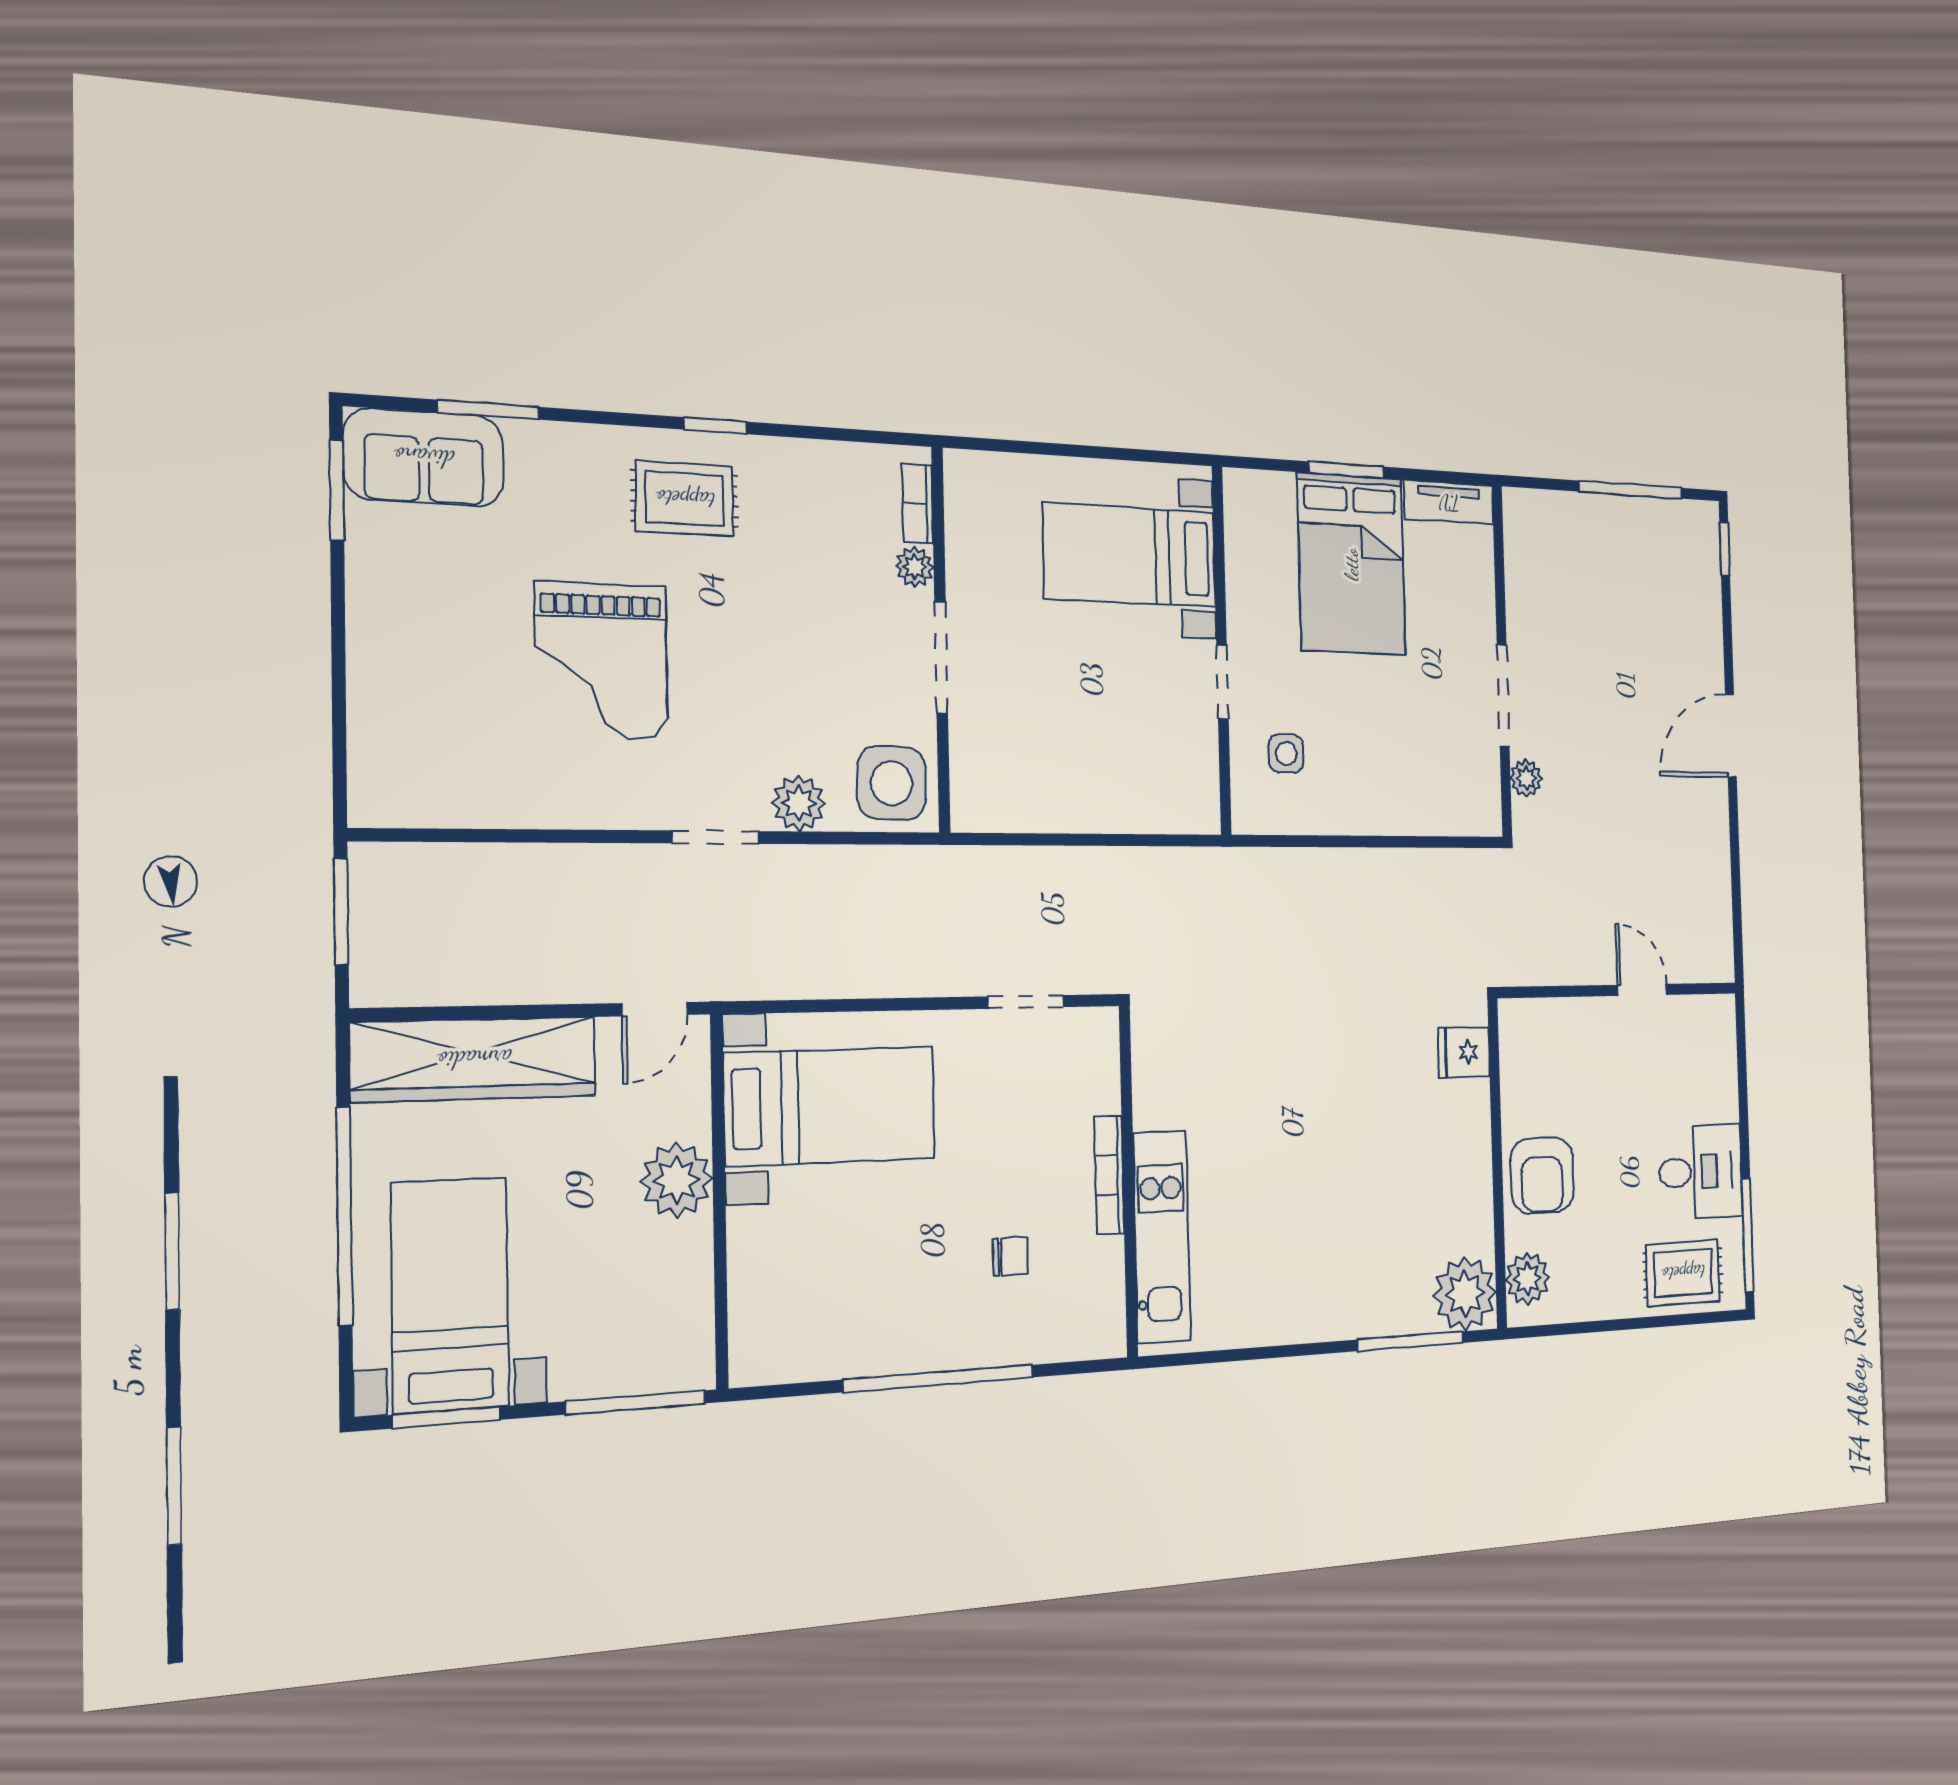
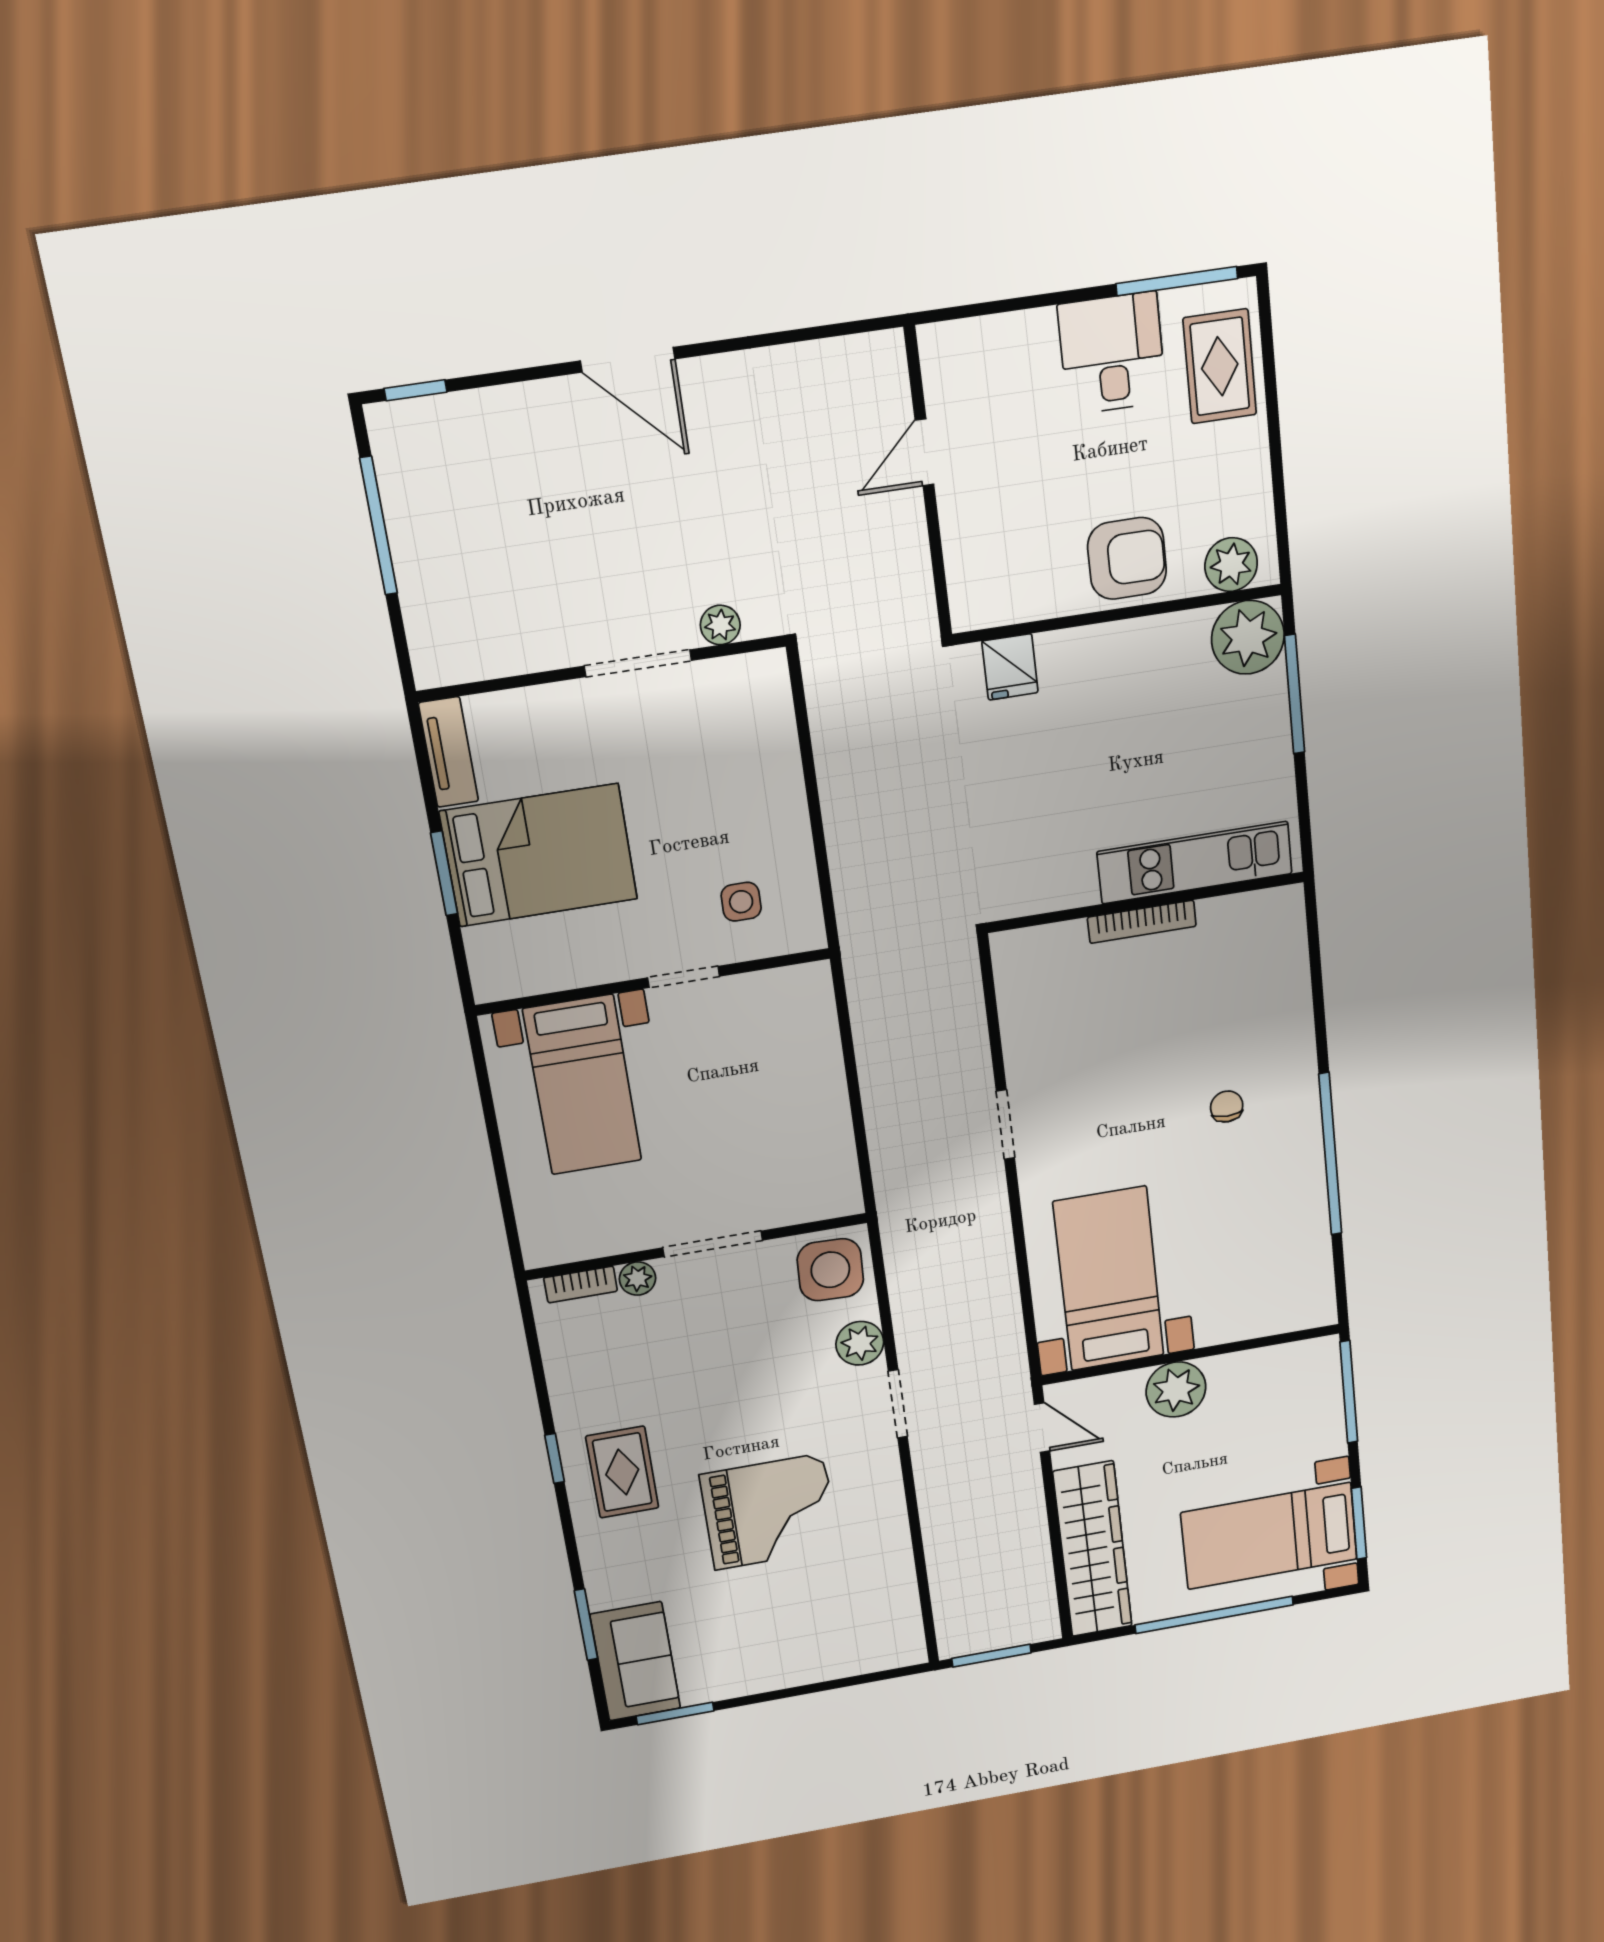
bookcase: (1109, 1175) -> (1142, 922), moved
wall: (1128, 1181) -> (1146, 902), moved
kitchen unit: (1162, 1237) -> (1195, 863), moved

